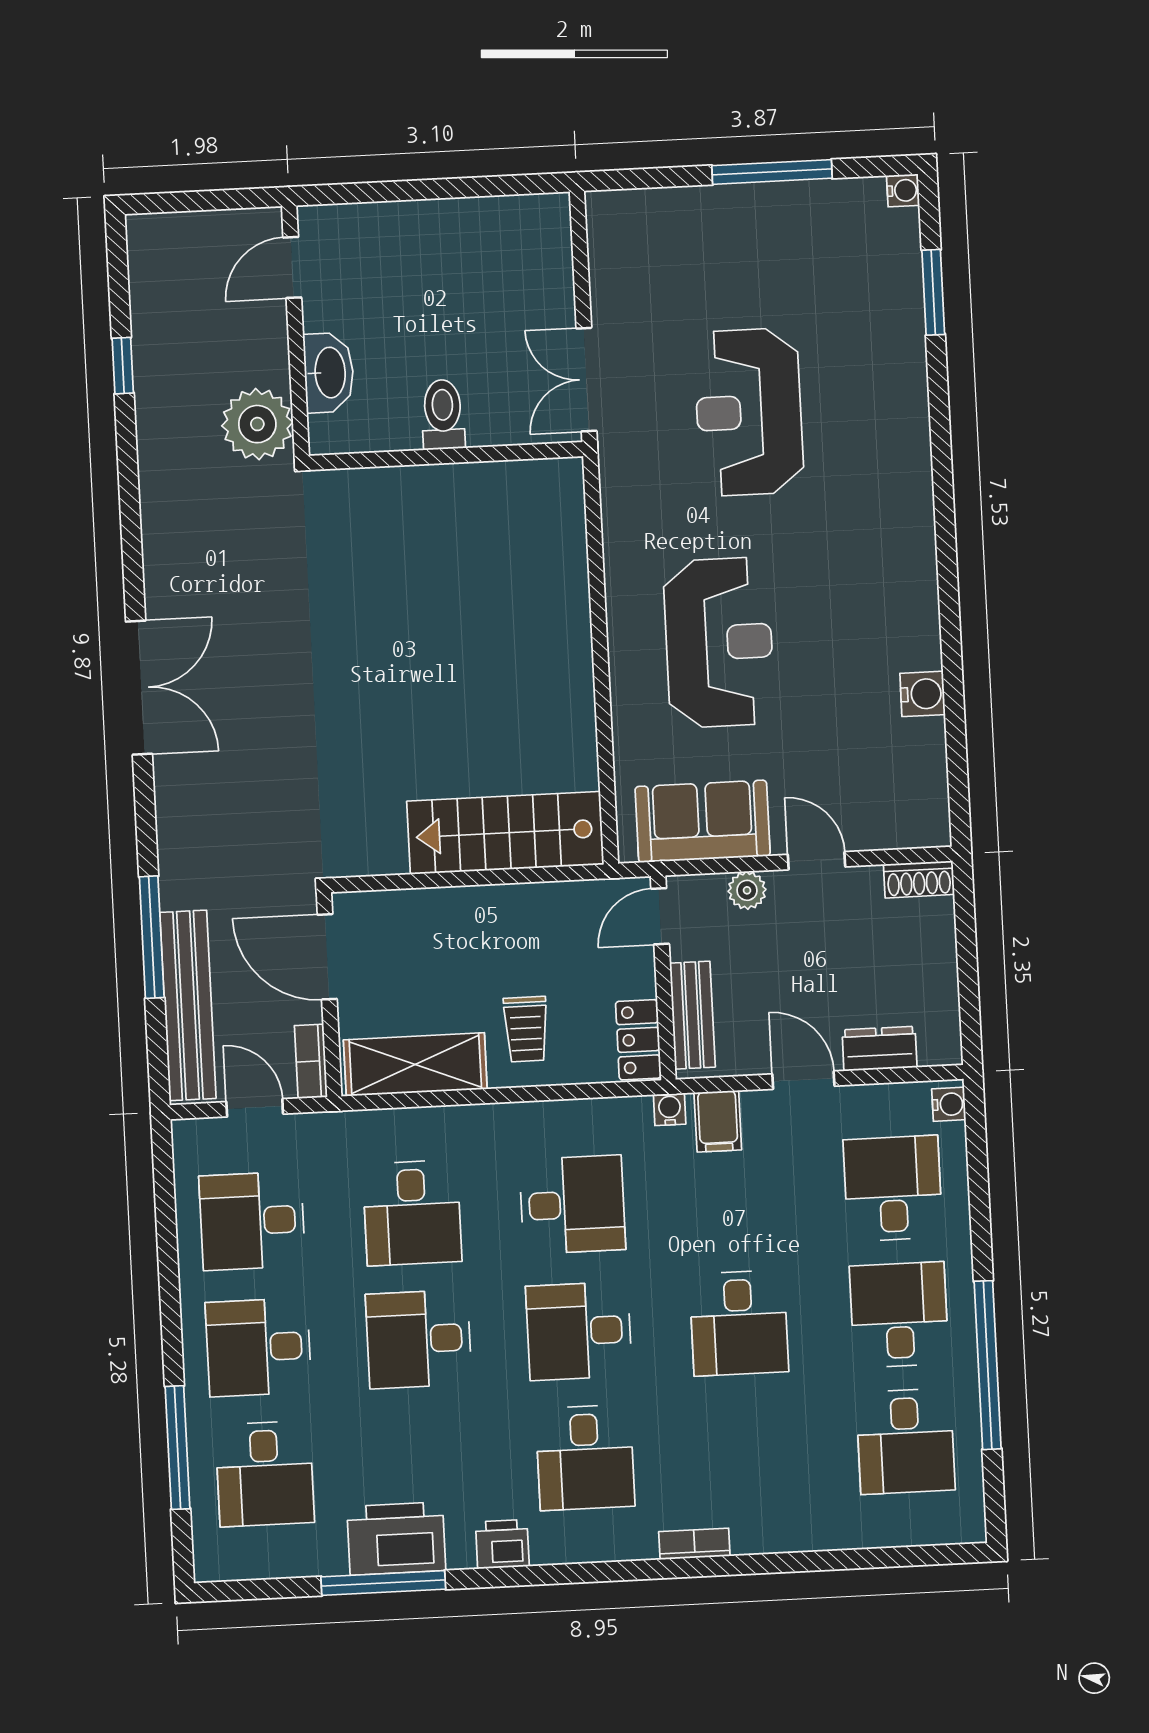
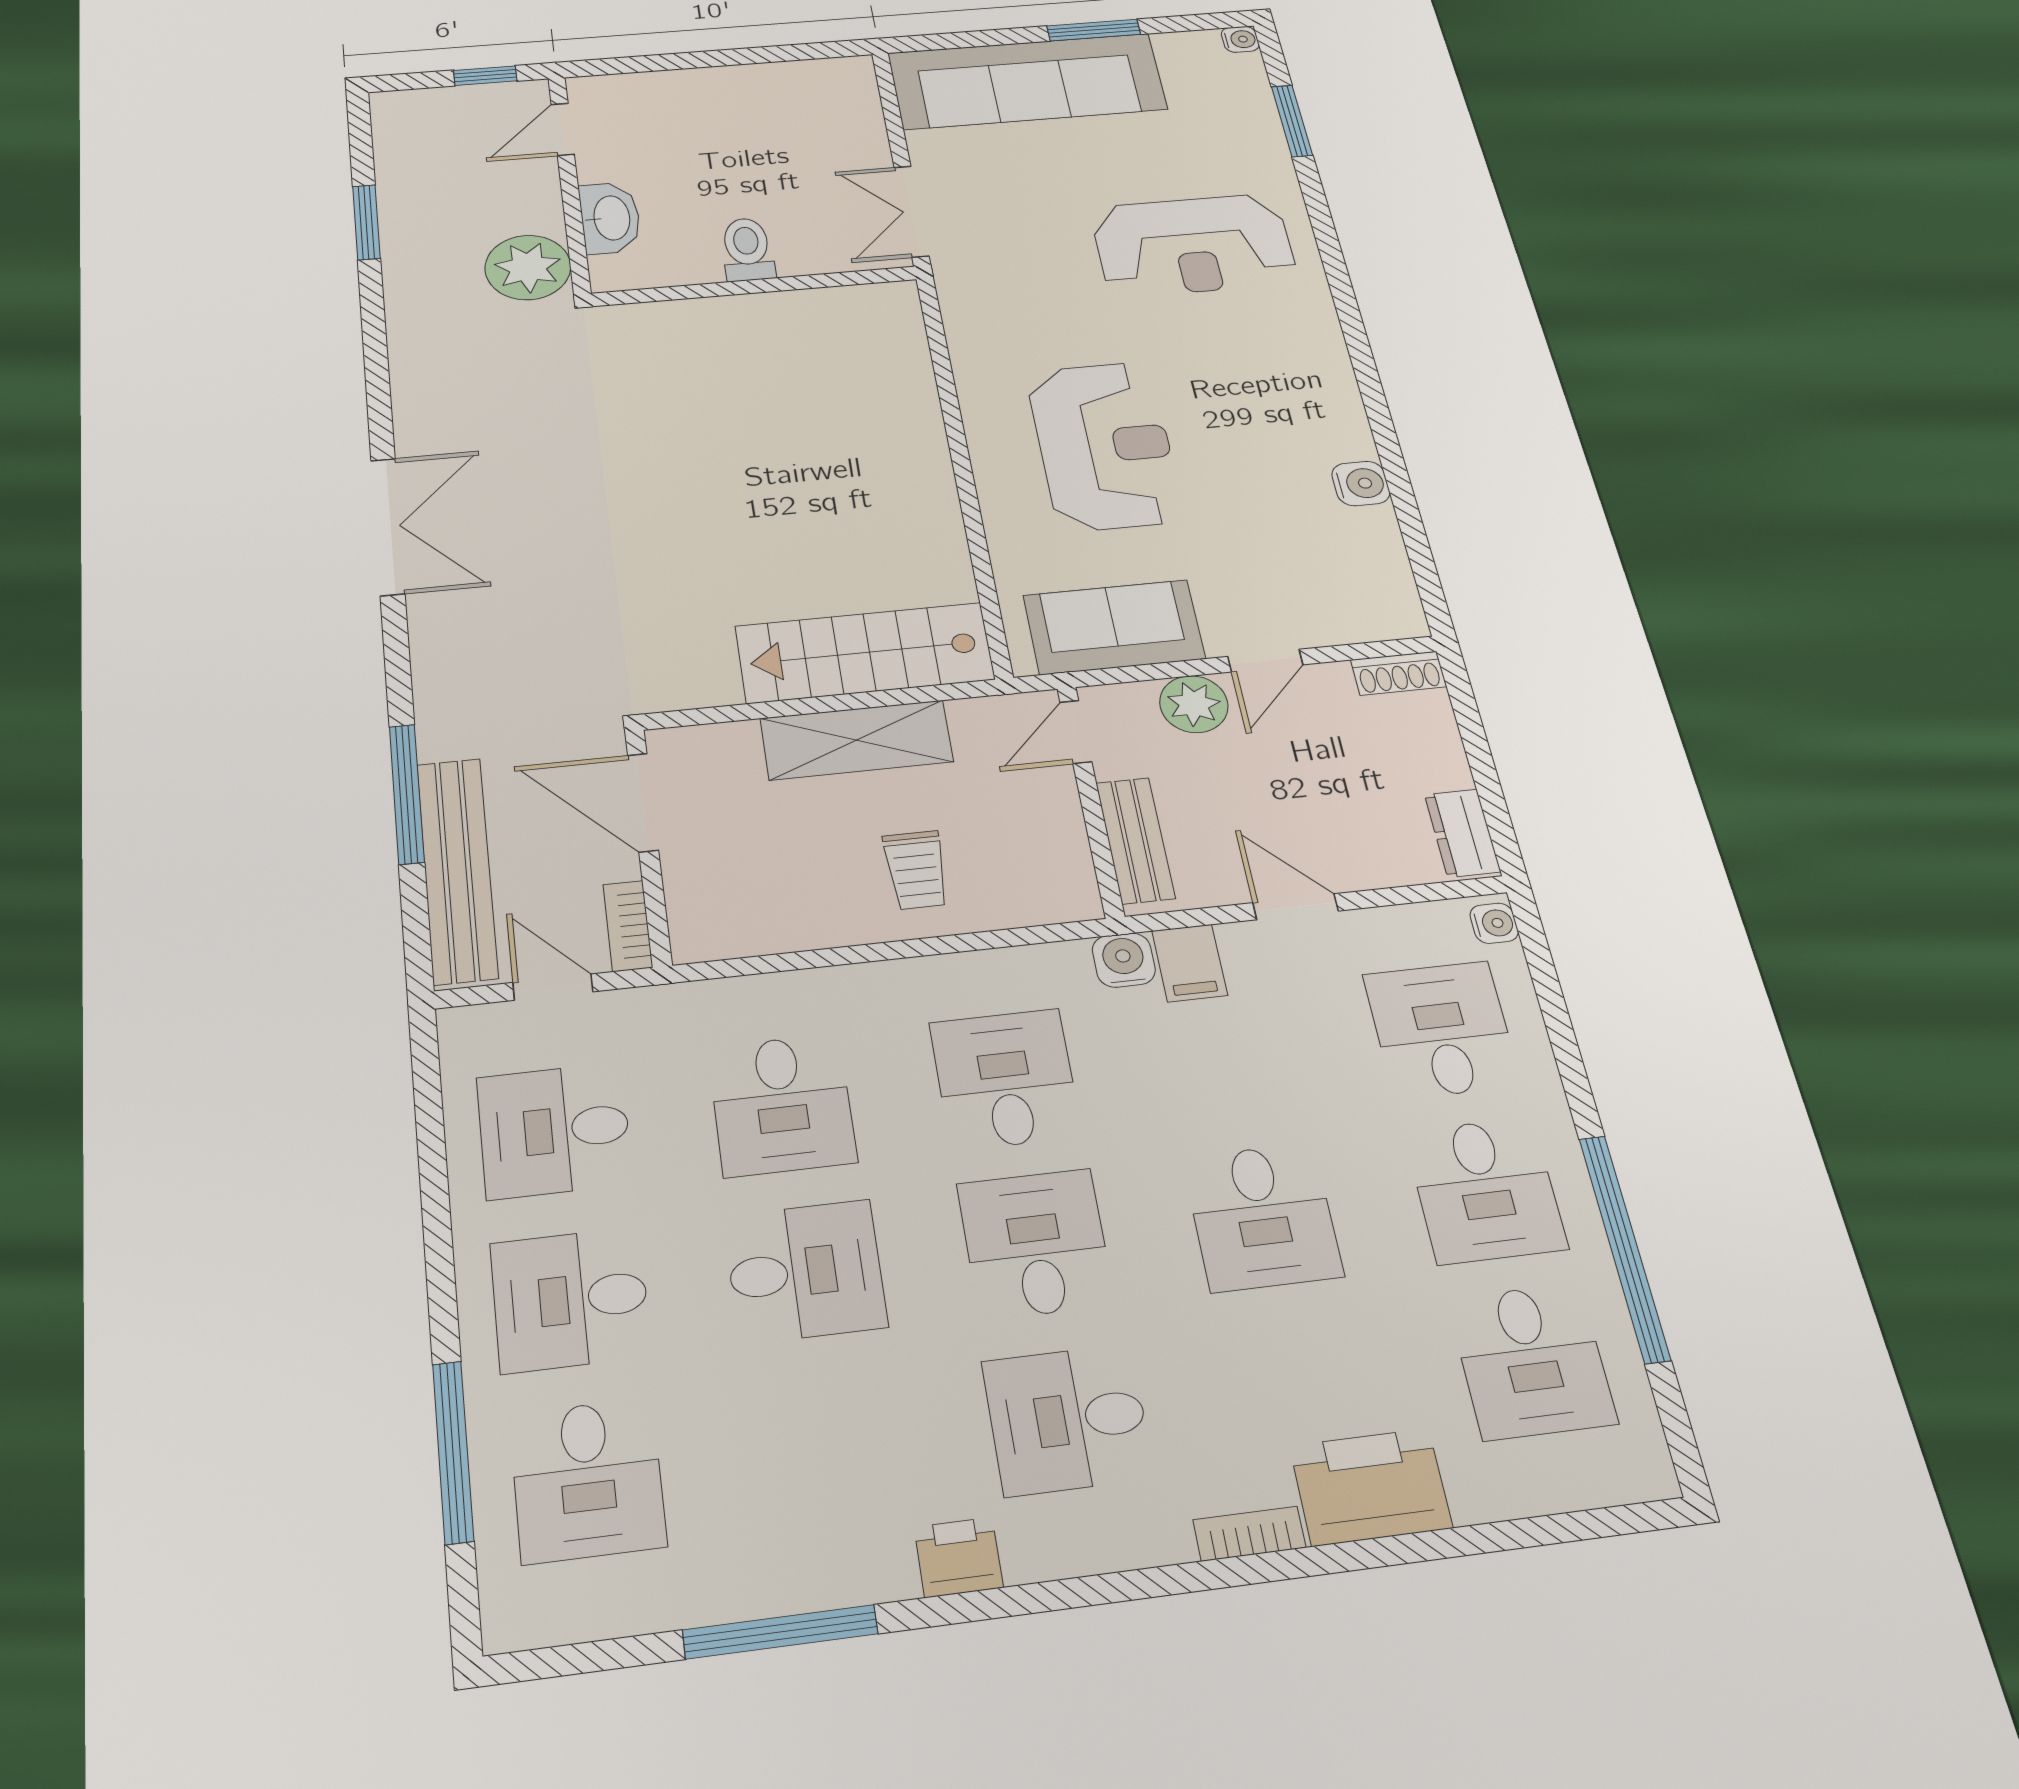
window: (772, 172) -> (1094, 30), width x0.69
window: (227, 200) -> (485, 76), added
sofa: (704, 232) -> (1027, 81), added
window: (123, 366) -> (366, 222), width x1.50
reception desk: (749, 412) -> (1194, 245), moved, turned -90
door: (817, 861) -> (1265, 661), swing flipped
plant: (747, 890) -> (1194, 704), width x1.38, depth x1.38
locker: (638, 1040) -> (1068, 873), removed
dresser: (880, 1049) -> (1462, 833), moved, turned -90
shelving: (415, 1064) -> (857, 740), moved
water cooler: (670, 1109) -> (1124, 960), width x1.38, depth x1.38
desk: (572, 1205) -> (1005, 1079), turned -90
desk: (899, 1315) -> (1485, 1190), turned 180
desk: (579, 1331) -> (1036, 1244), turned 90
desk: (419, 1339) -> (805, 1271), turned 180
desk: (585, 1457) -> (1068, 1419), turned 90
printer: (396, 1539) -> (1371, 1487), moved

